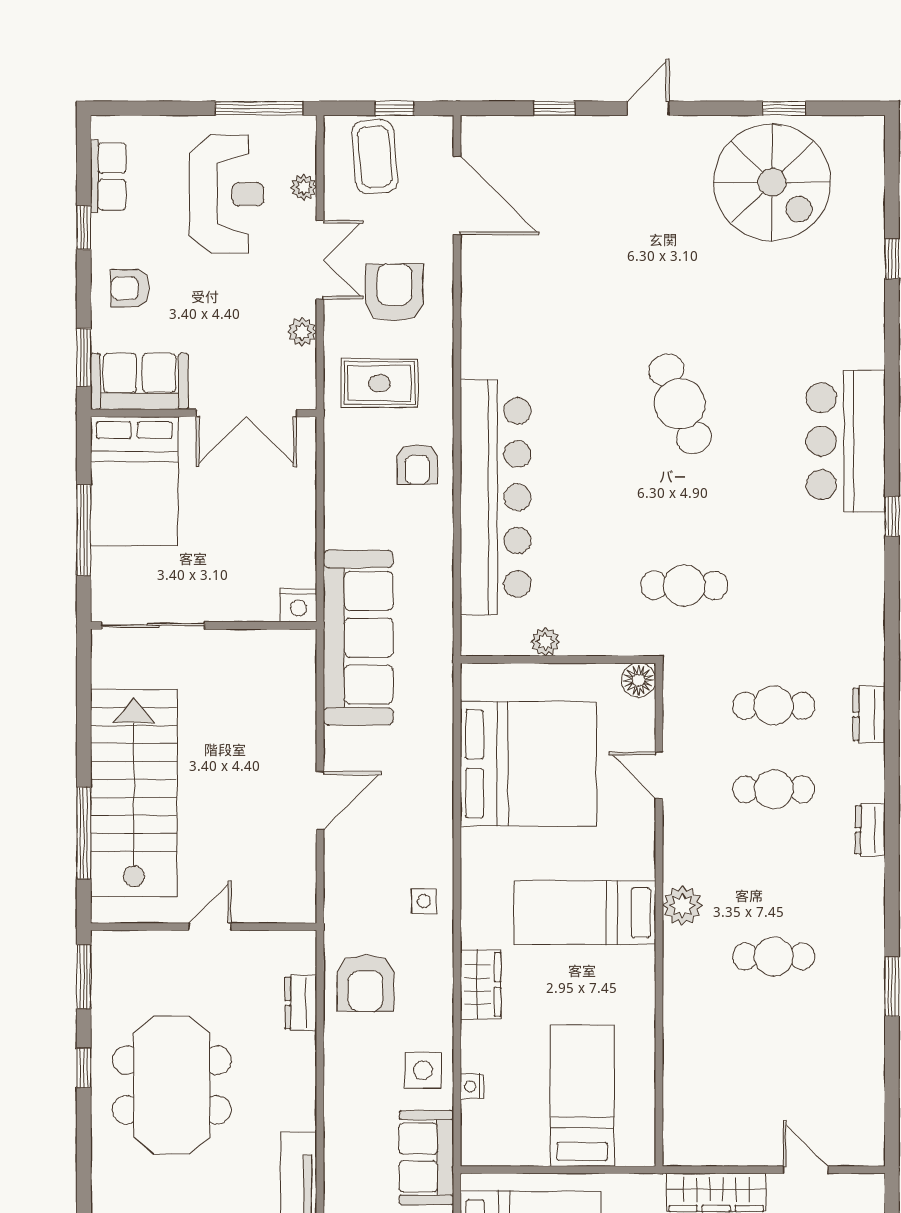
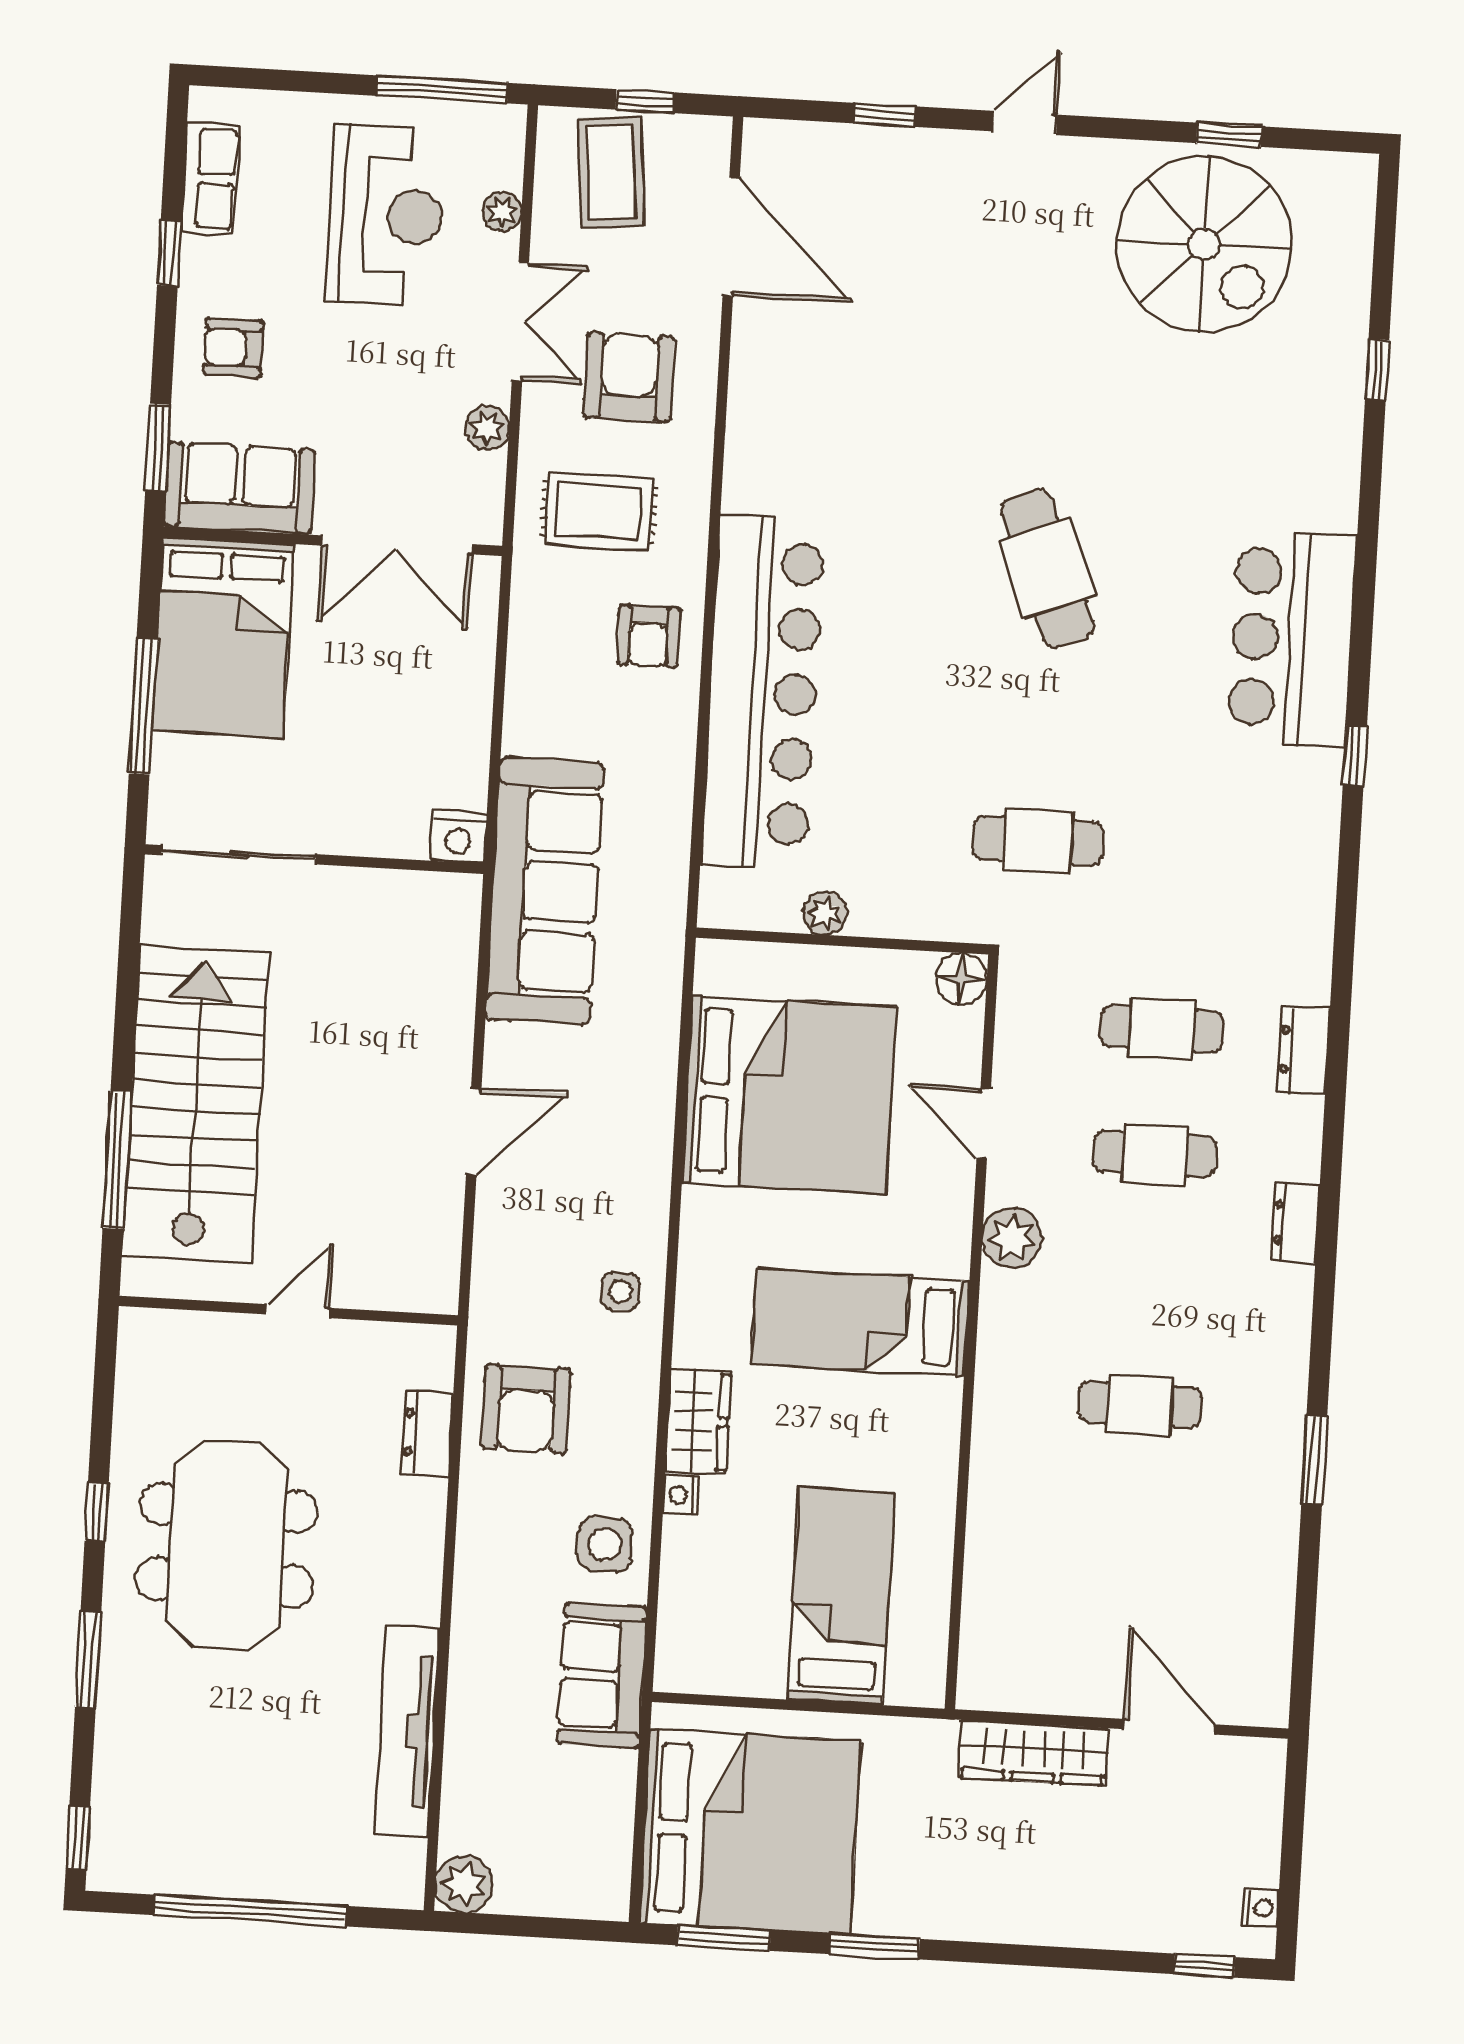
plant: (682, 905) -> (1012, 1238), moved
window: (84, 977) -> (88, 1660), moved
nightstand: (472, 1086) -> (681, 1495), moved
door: (806, 1170) -> (1169, 1727), width x1.38

